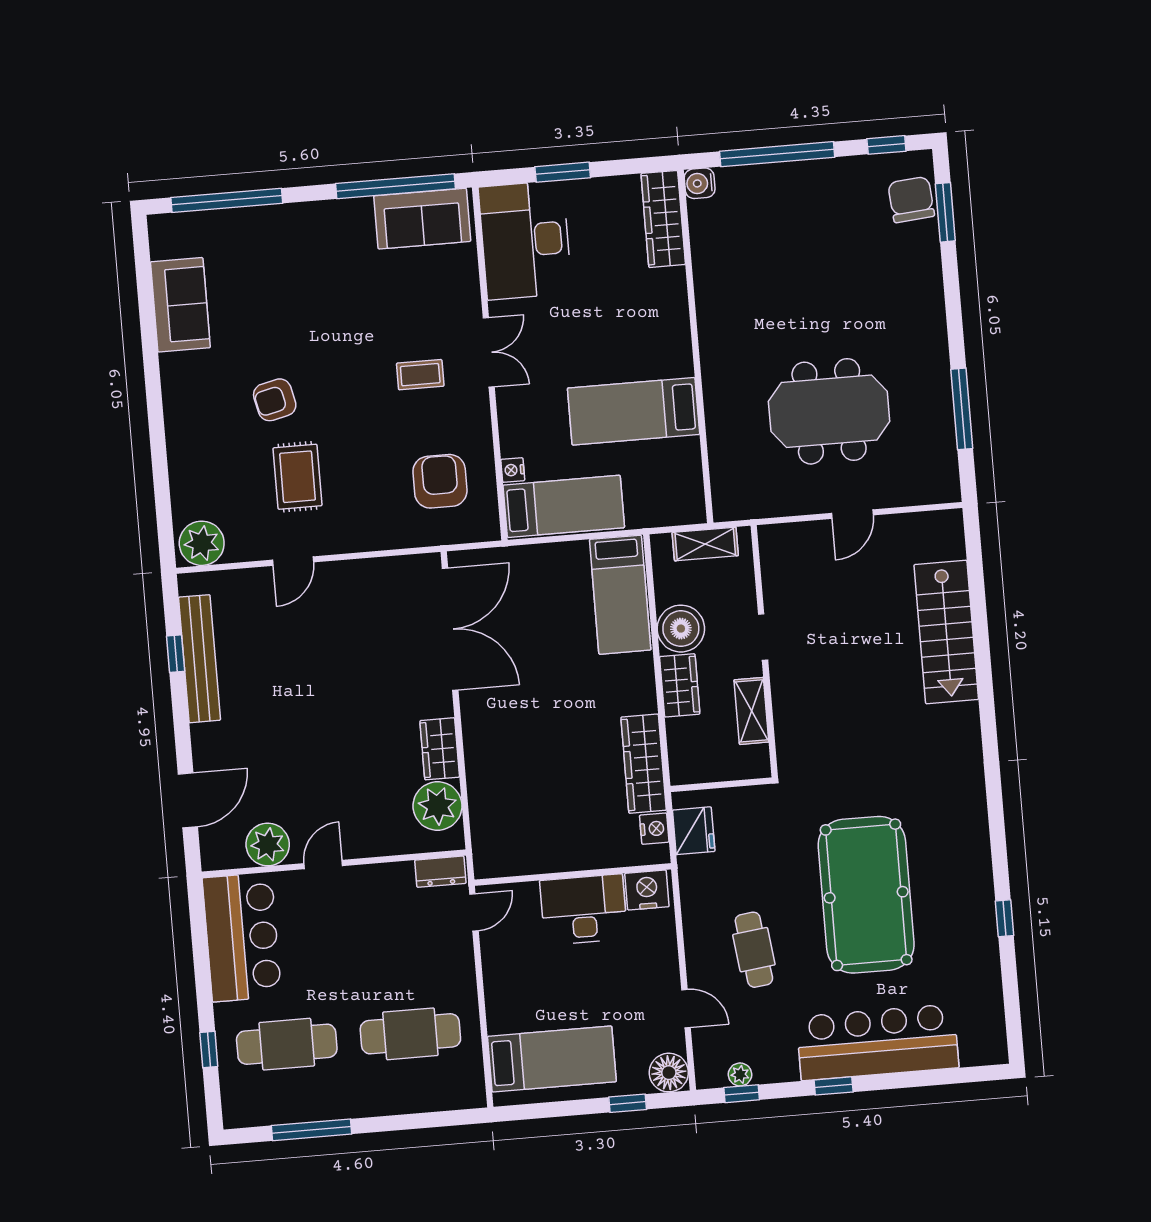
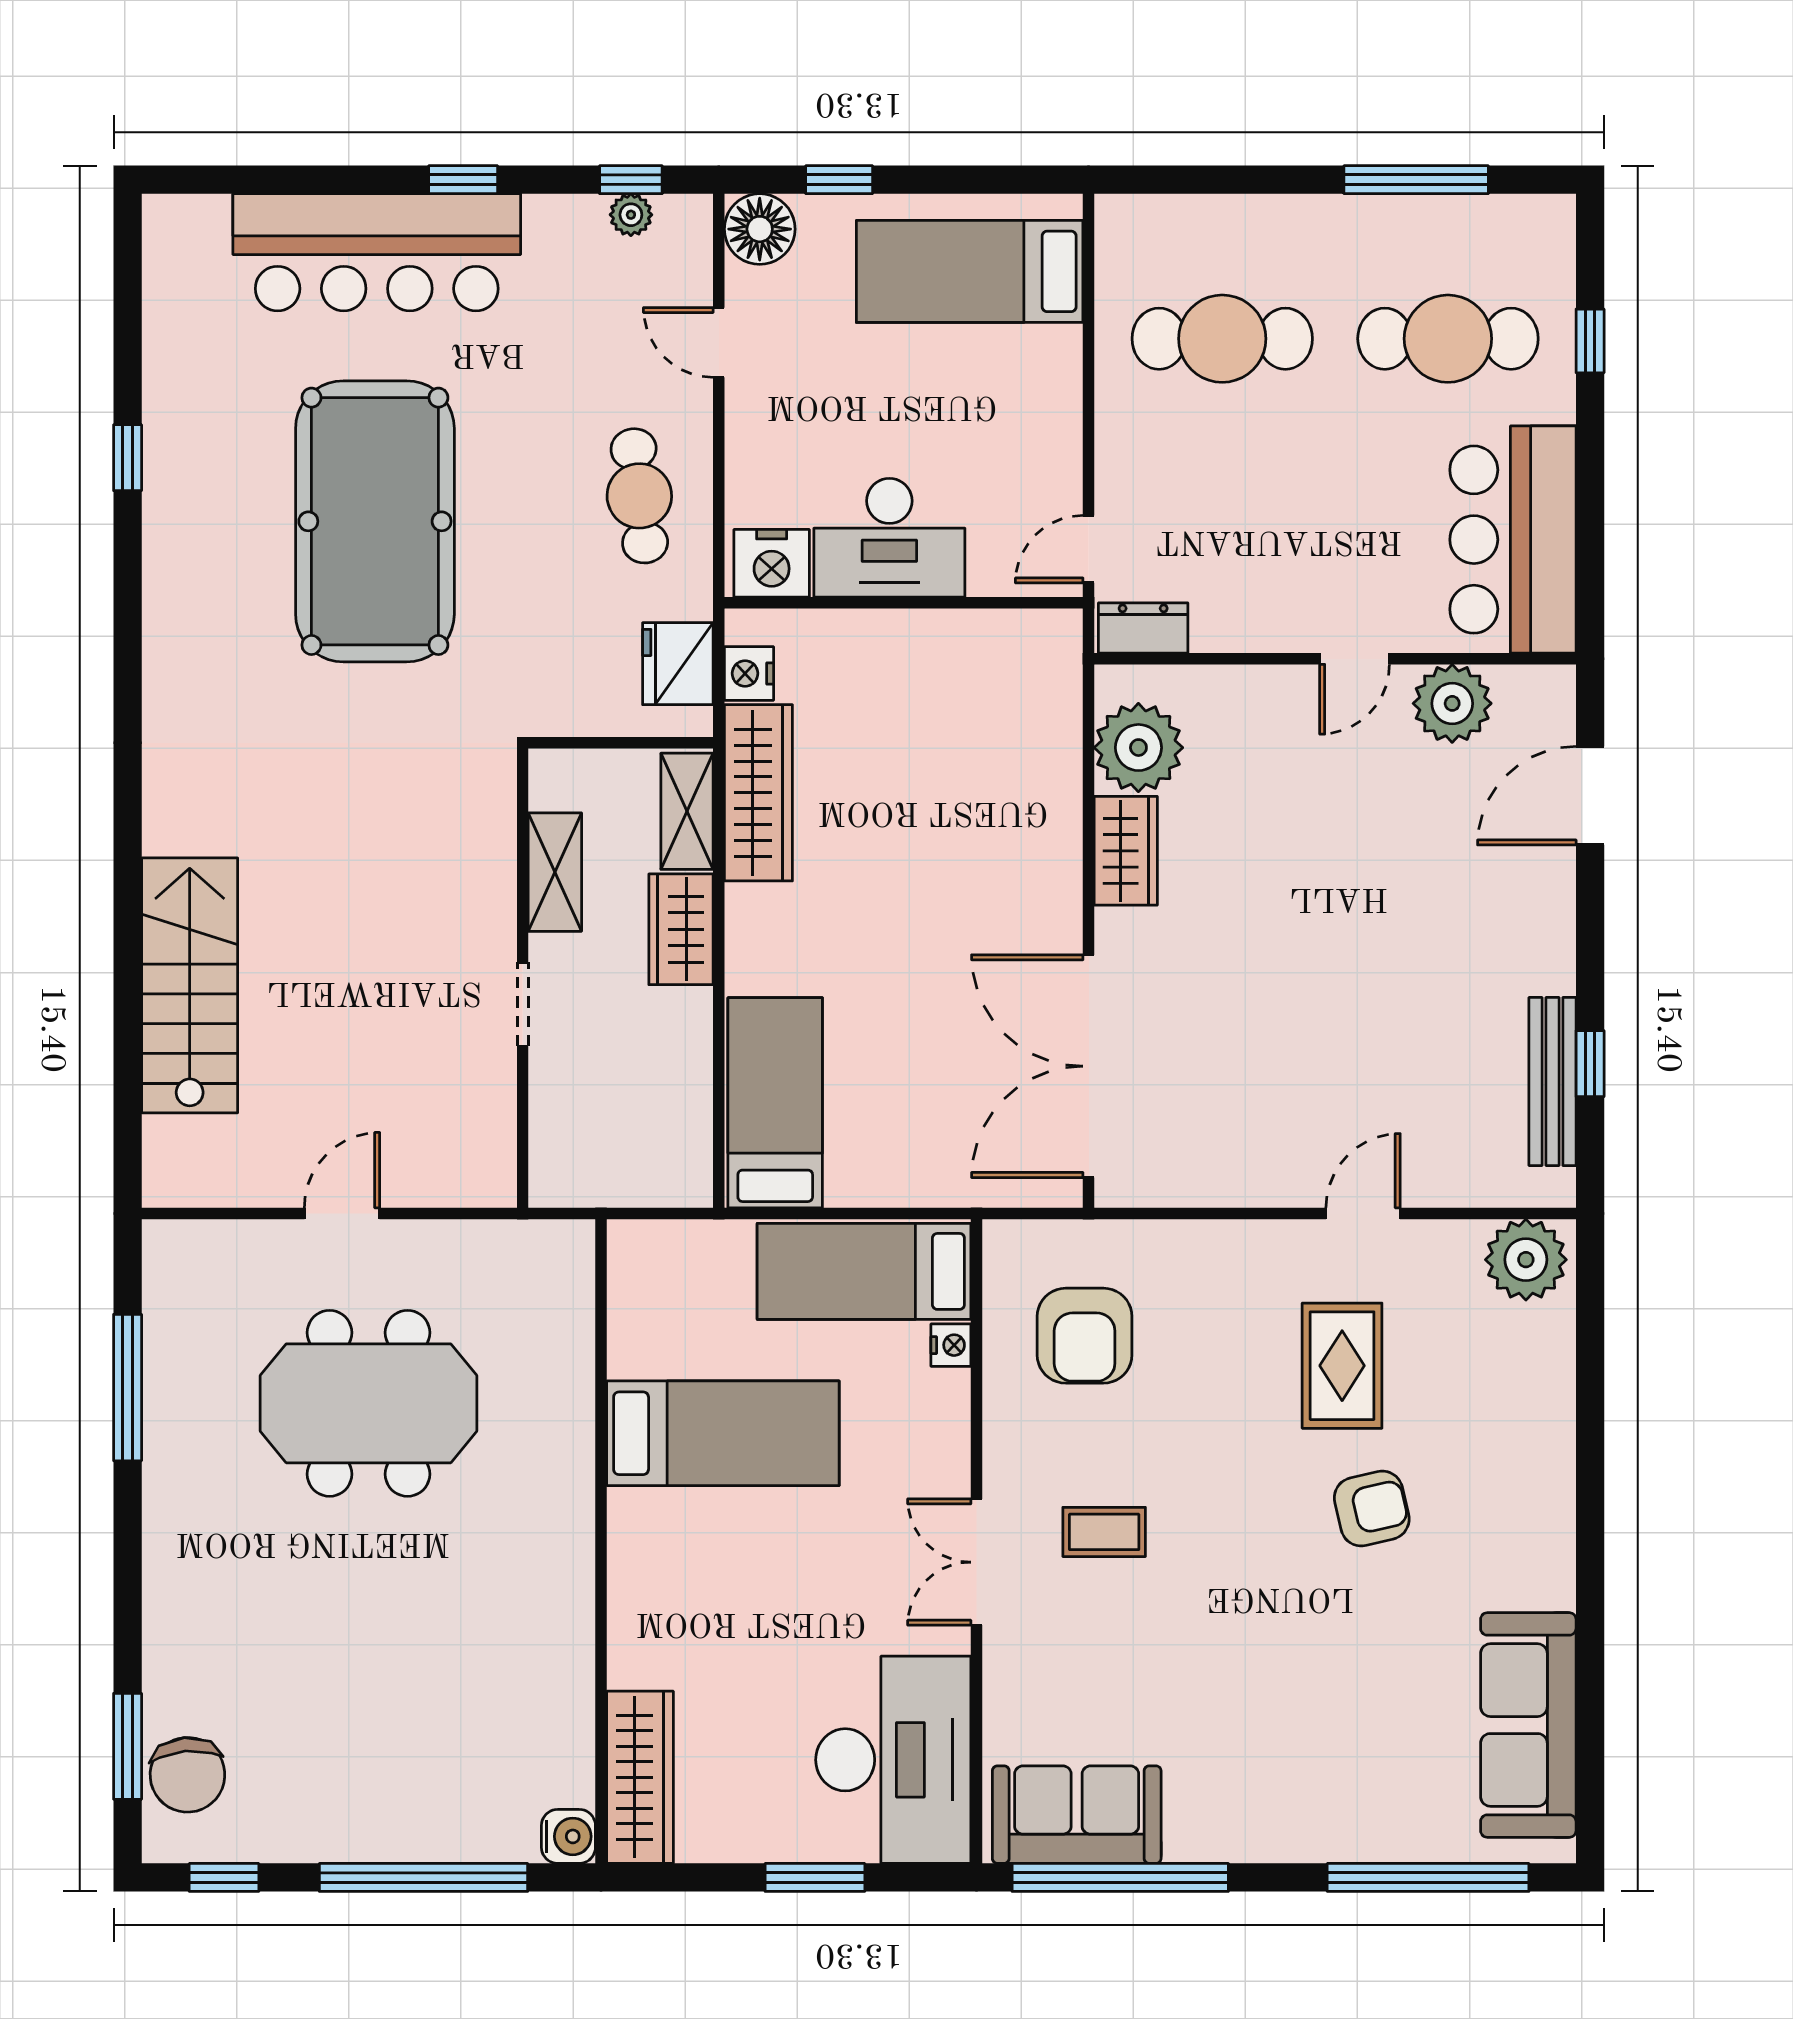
sofa: (180, 305) -> (1528, 1725), width x1.36
shelving: (705, 544) -> (687, 811), moved, turned 90
boiler: (681, 629) -> (670, 1032), removed
bench: (199, 659) -> (1552, 1082), width x0.73, depth x0.82
cafe table: (754, 950) -> (639, 496), moved

